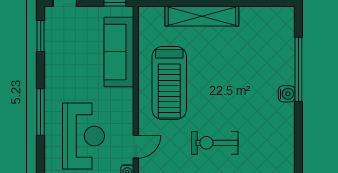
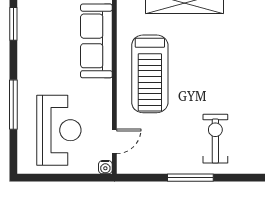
exercise bike: (215, 143) -> (215, 139), moved, turned 90

